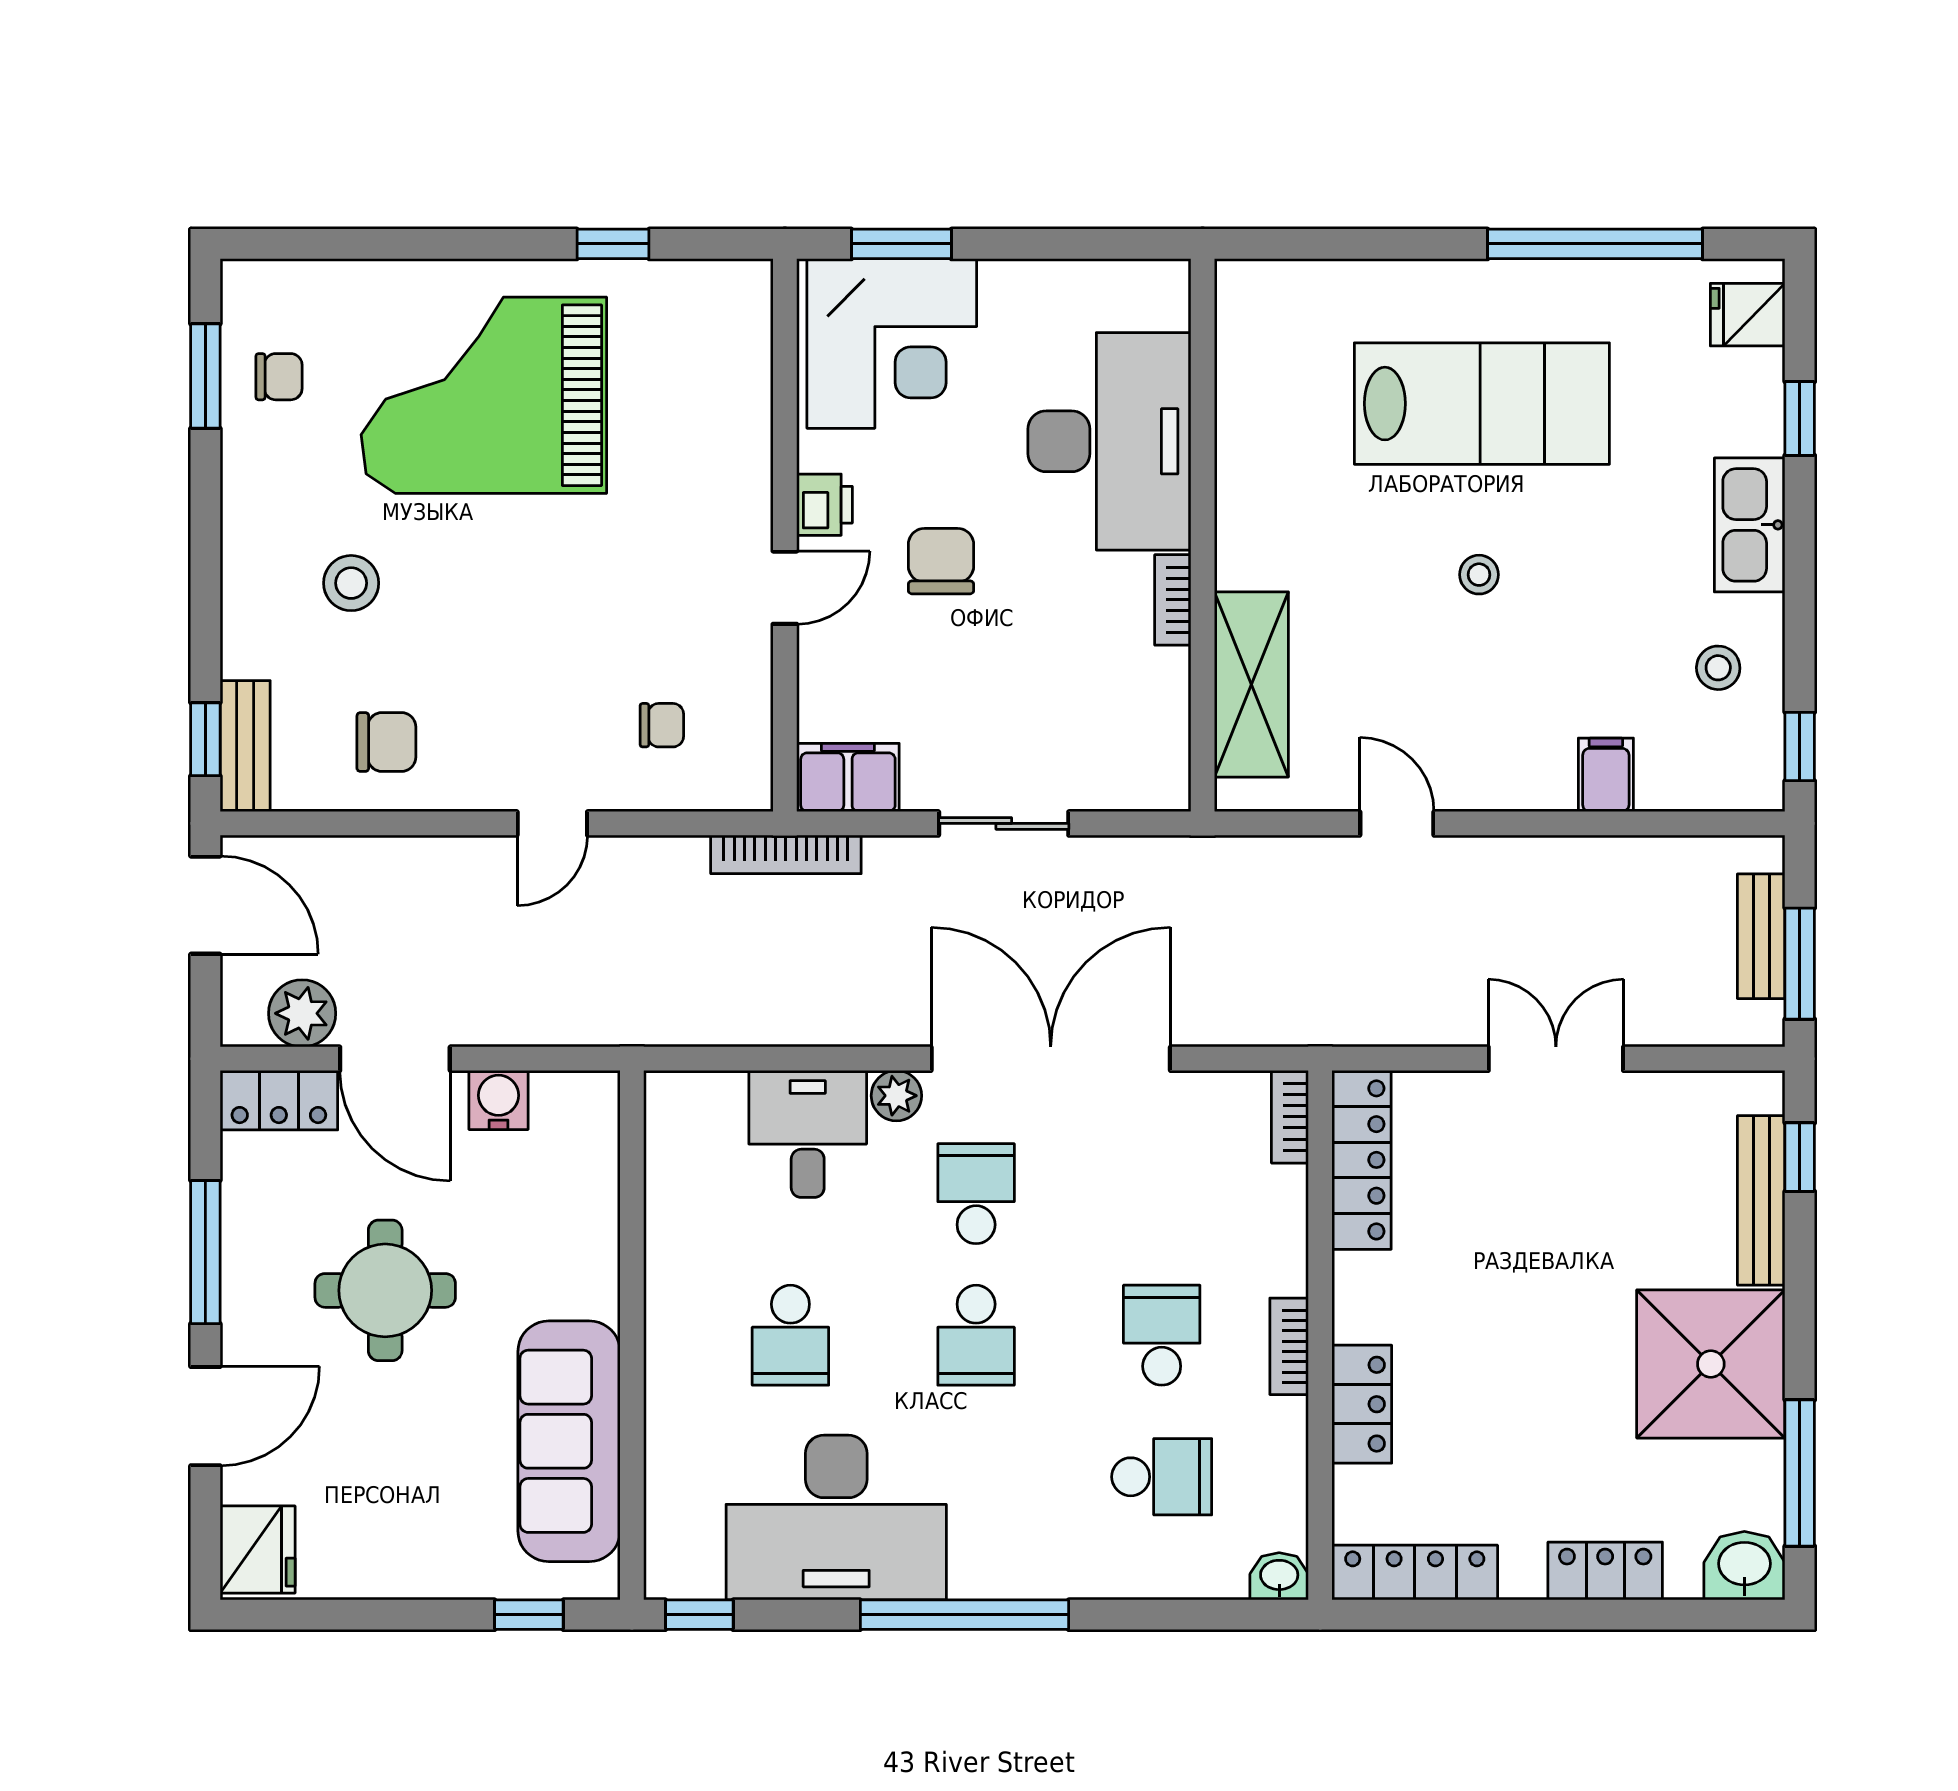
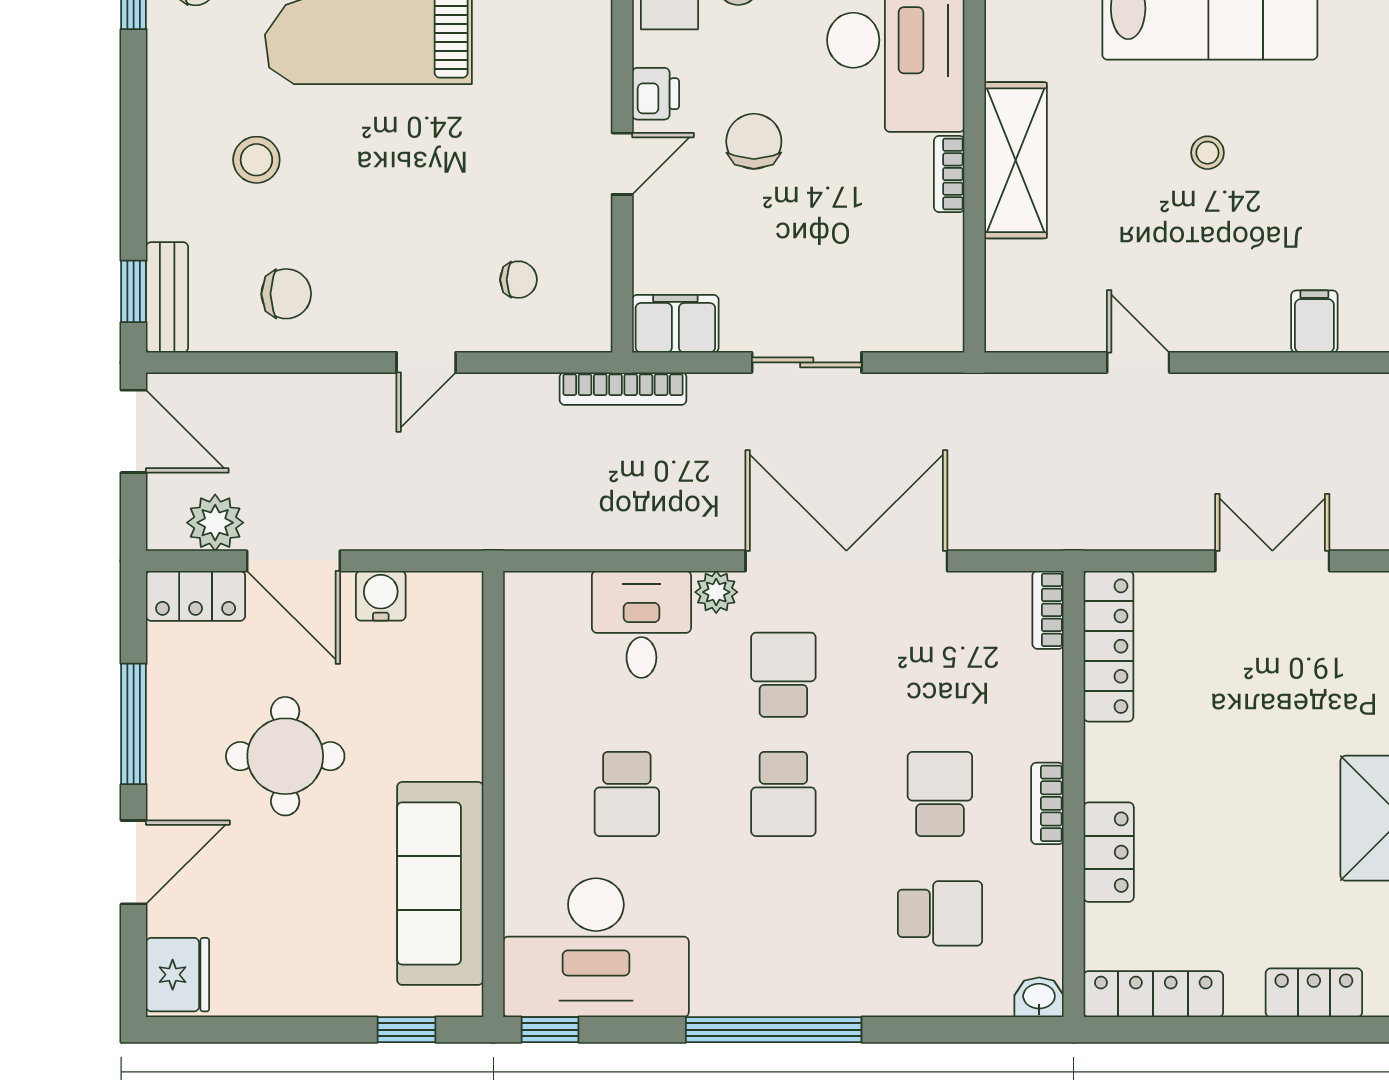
shelving: (1251, 684) -> (1016, 160), moved
desk: (836, 1518) -> (596, 948), moved

